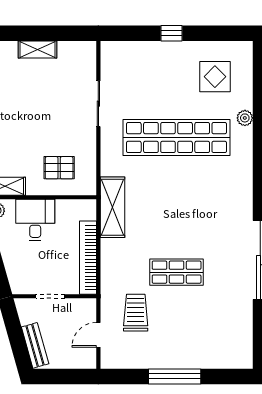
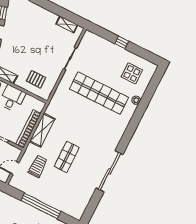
shelving: (37, 49) -> (67, 24), moved
shelving: (112, 207) -> (42, 130), moved
shop shelf: (177, 272) -> (67, 157), turned 90
window: (175, 376) -> (41, 206), width x1.46

